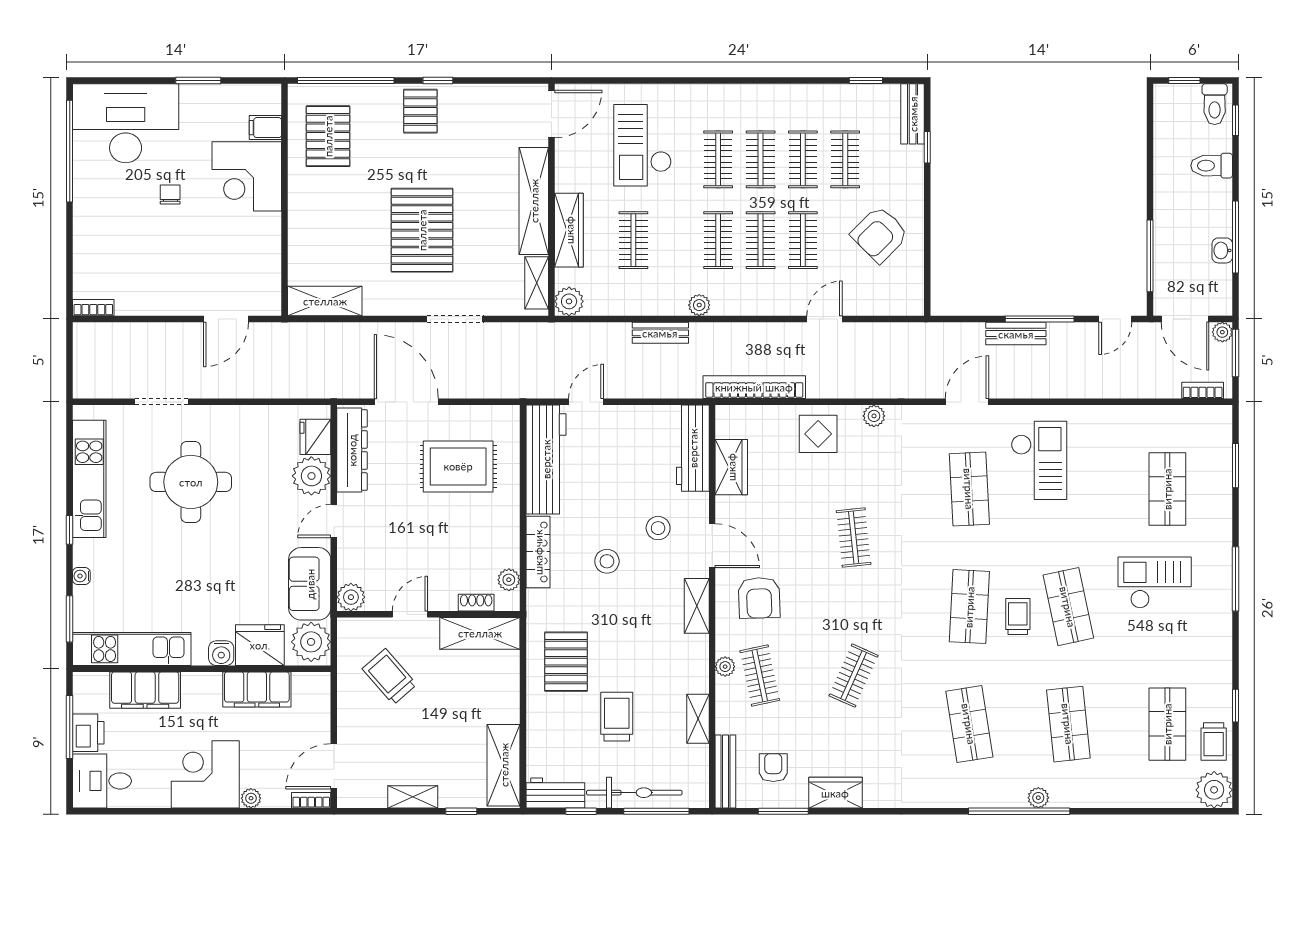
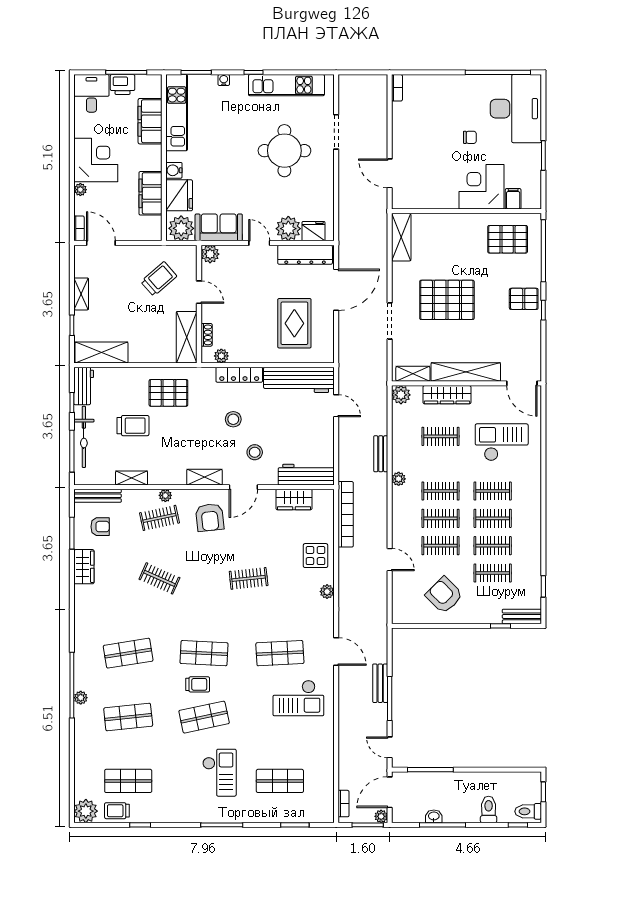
armchair: (759, 598) -> (210, 517), turned -94

